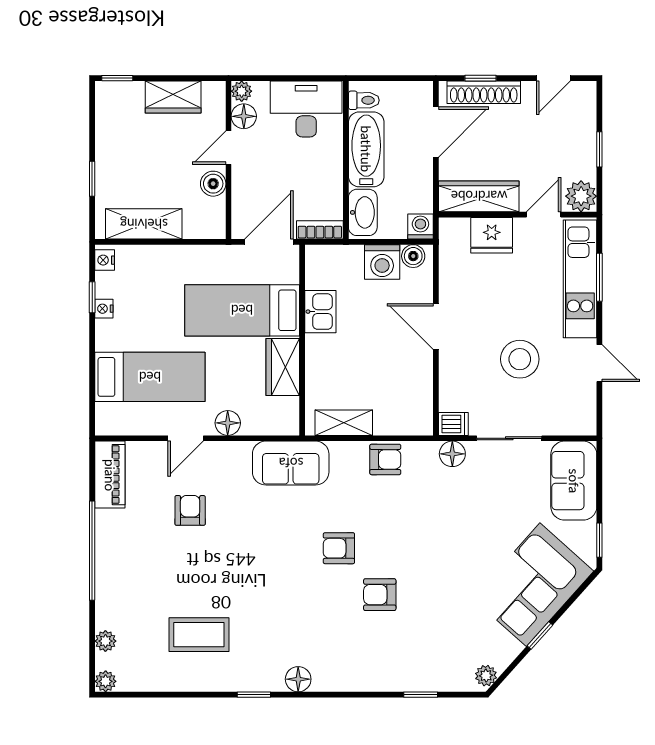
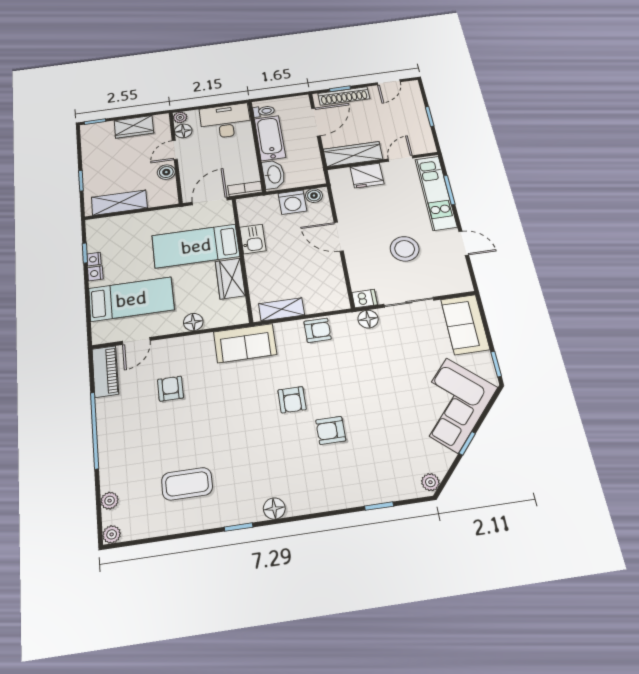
plant: (581, 196) -> (424, 144), removed
washing machine: (420, 227) -> (316, 177), removed
nightstand: (105, 260) -> (95, 273), moved
door: (186, 438) -> (136, 341), moved
armchair: (339, 548) -> (292, 400), turned -90

